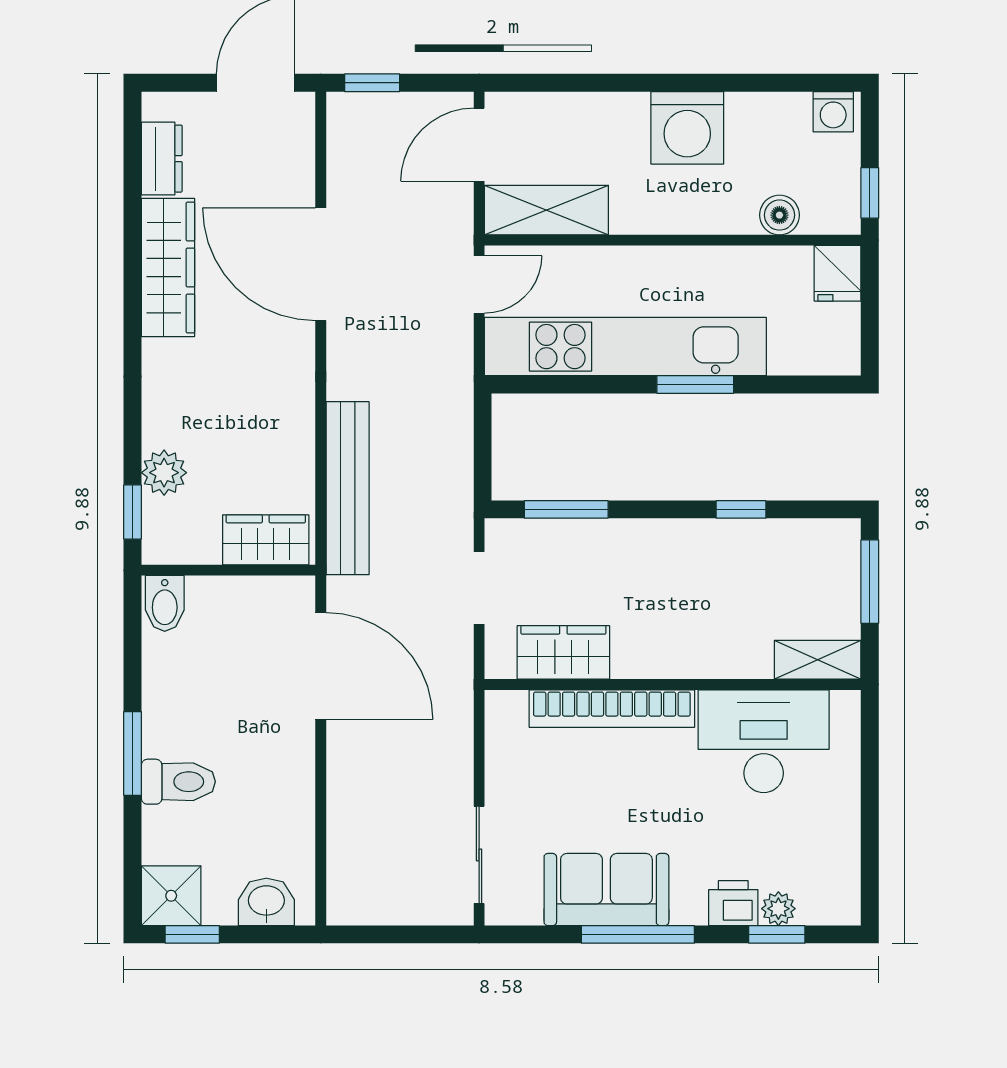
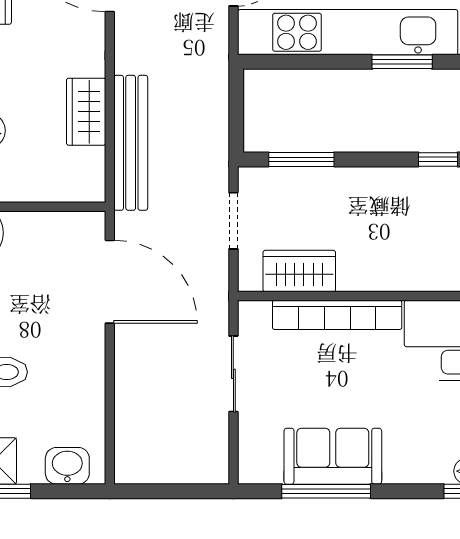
wardrobe: (266, 540) -> (86, 112), moved, turned -90
sliding door: (479, 855) -> (233, 374), moved
printer: (733, 903) -> (432, 467), removed
window: (638, 934) -> (326, 491), moved

